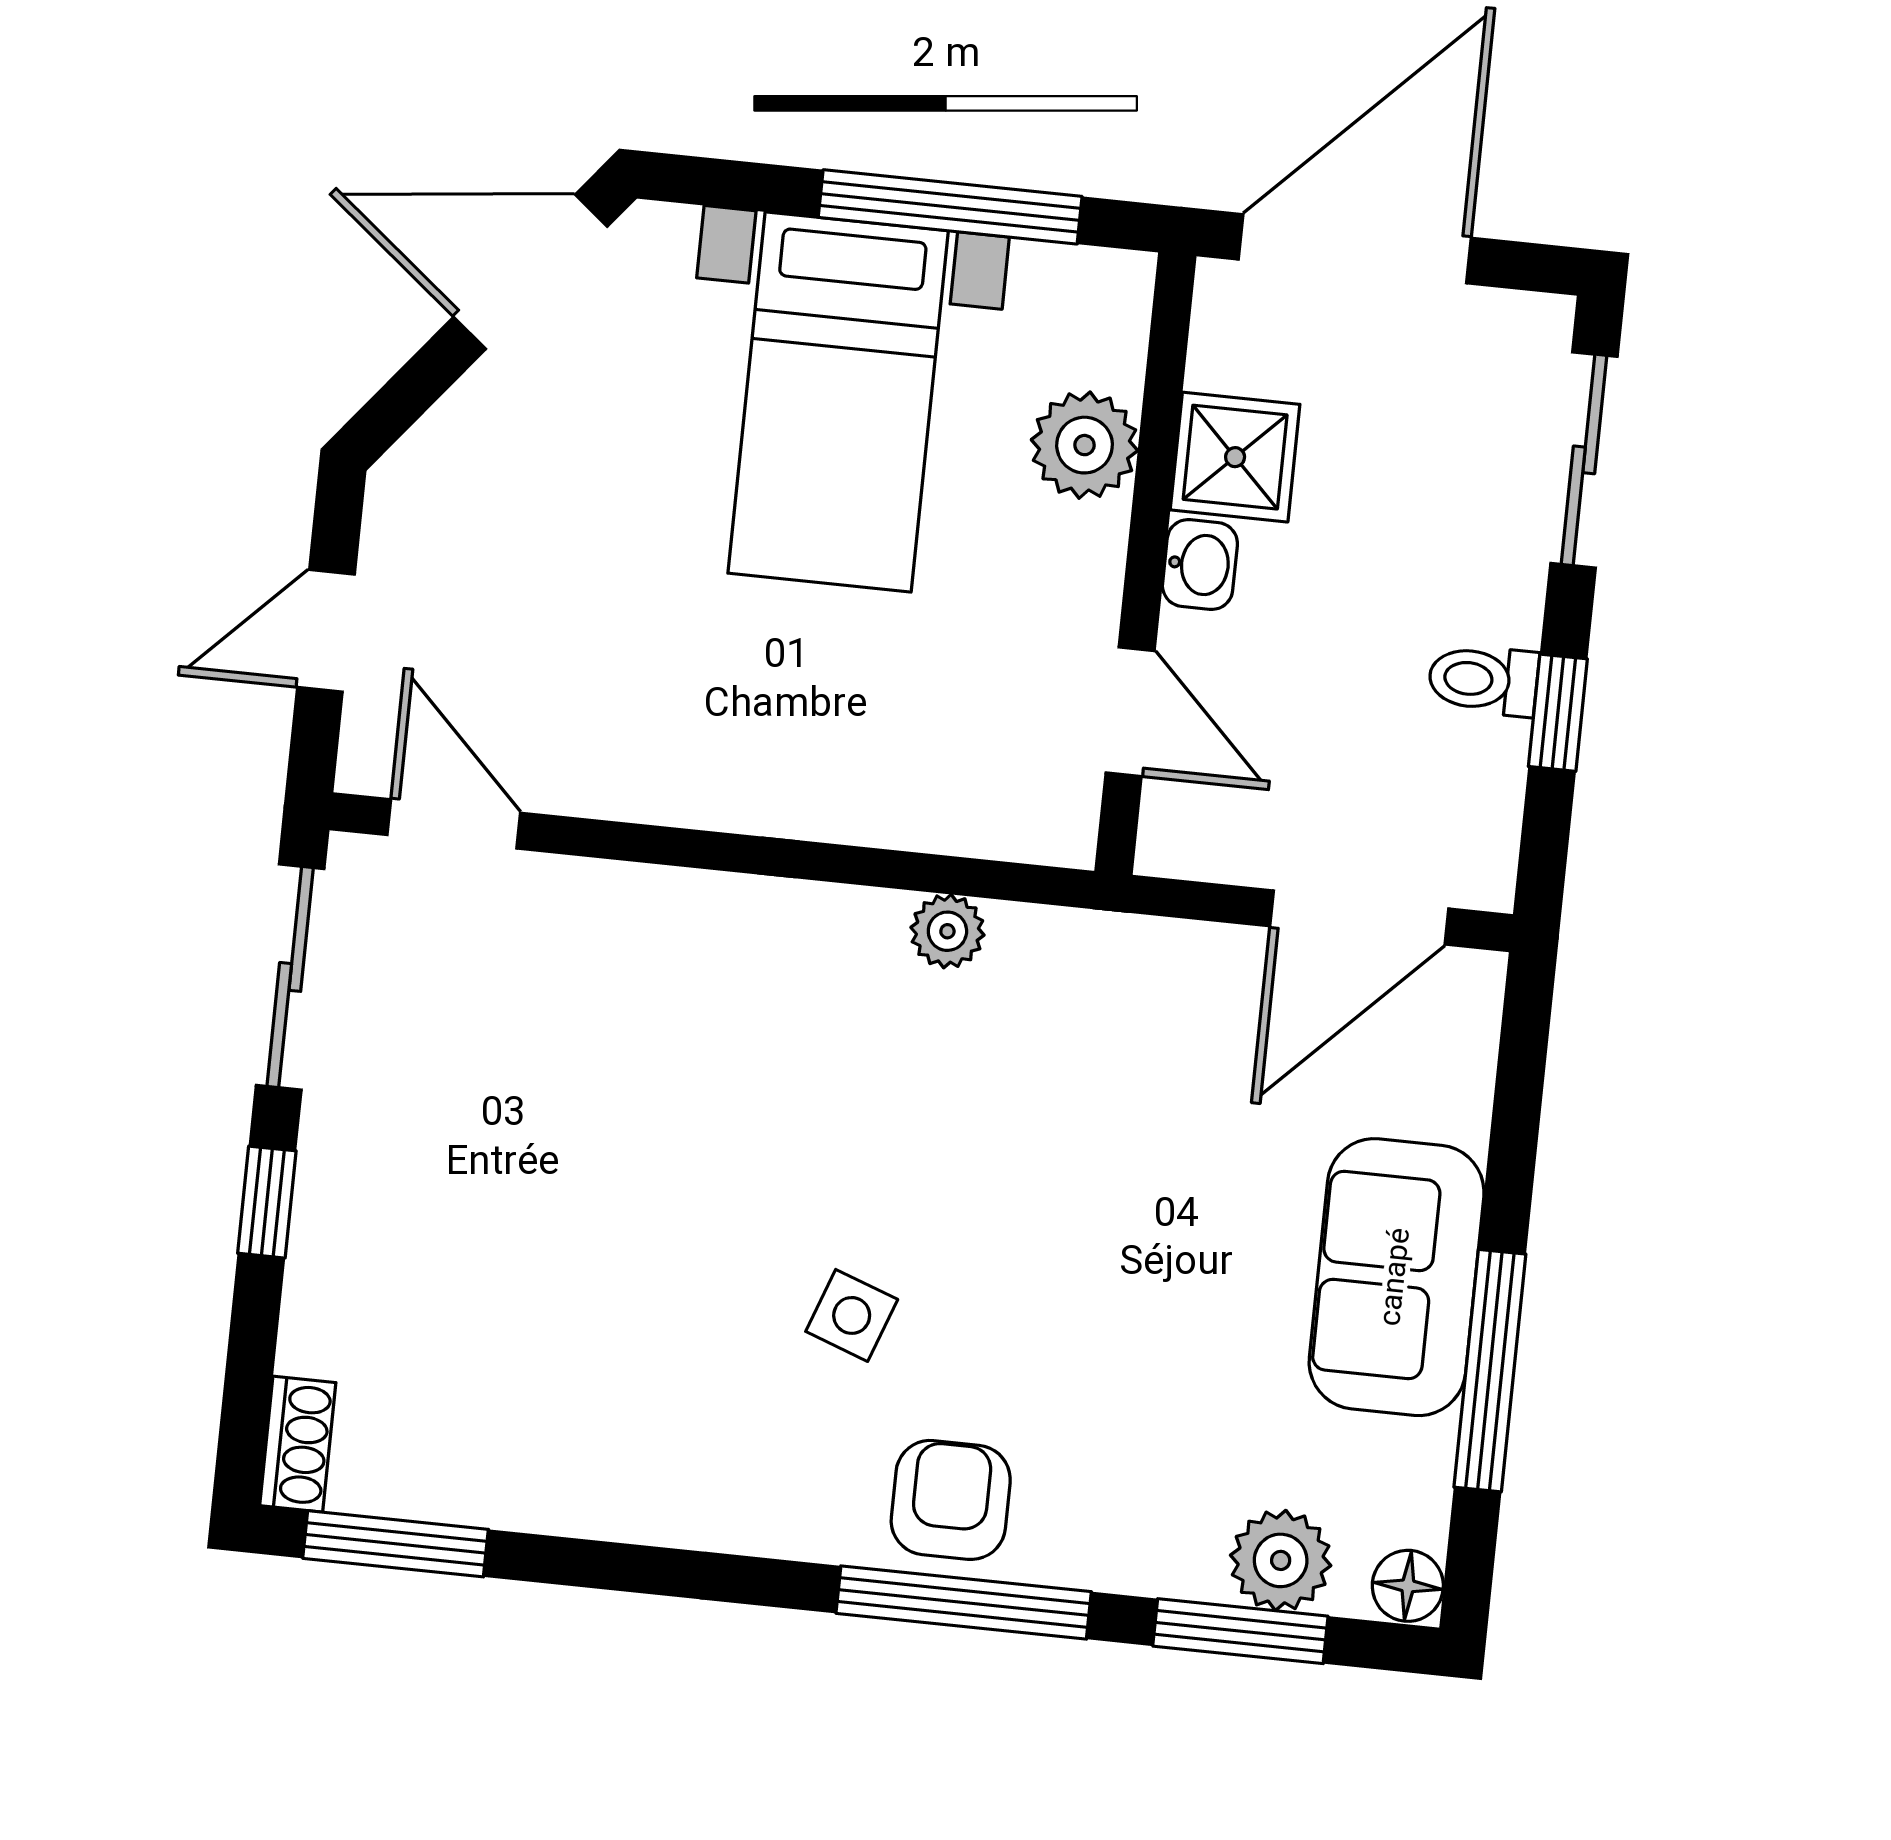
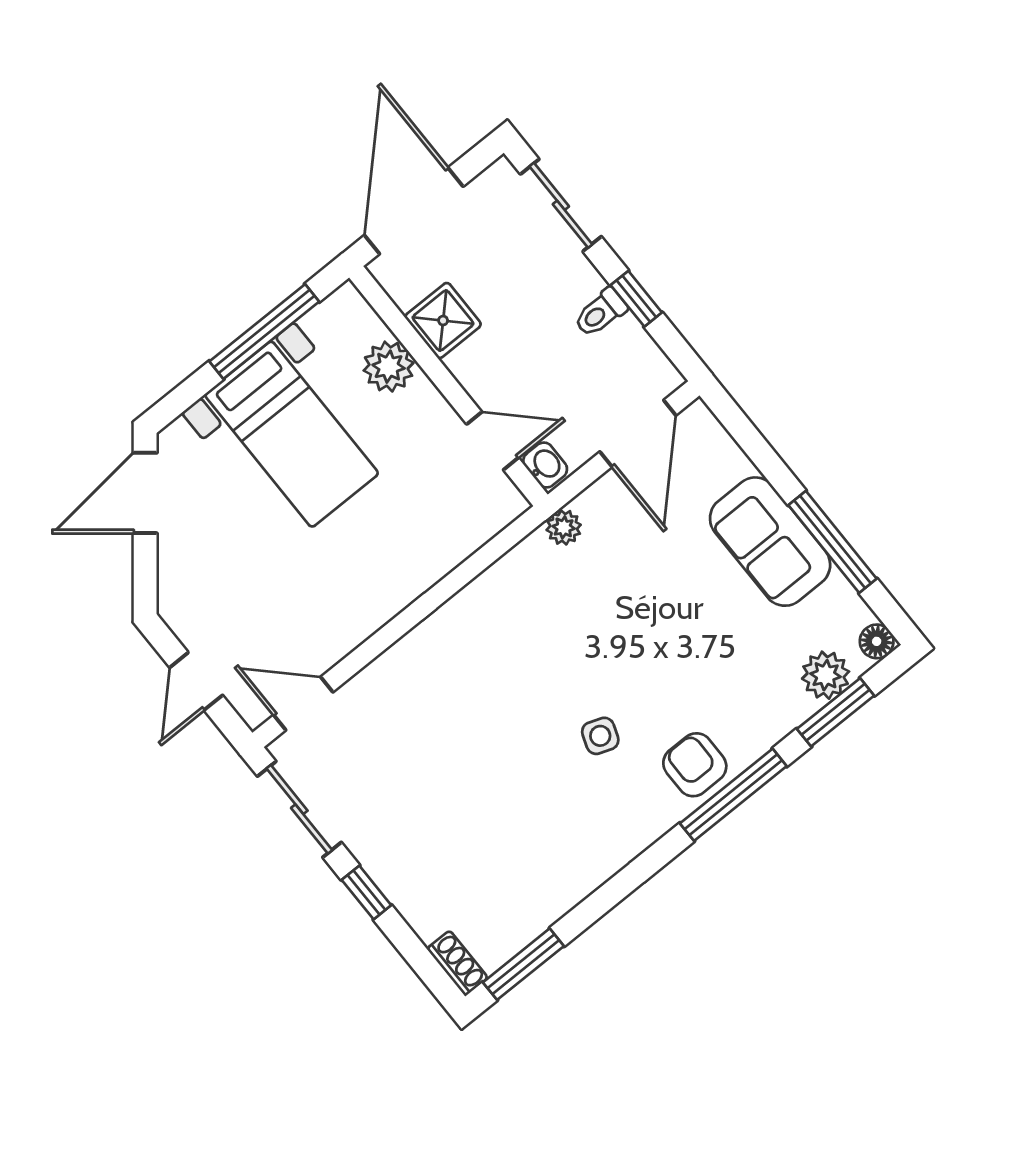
washbasin: (1200, 564) -> (545, 465), moved
plant: (947, 931) -> (564, 527), moved

